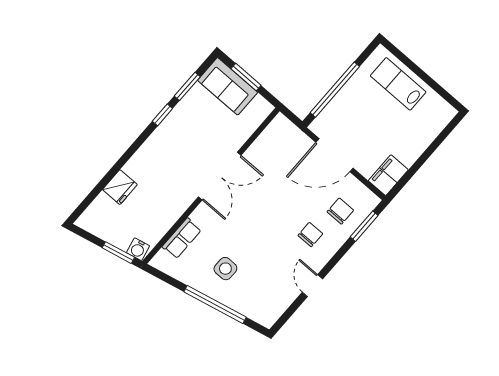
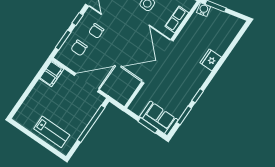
double door: (220, 176) -> (157, 61), width x1.36
fridge: (120, 187) -> (211, 60), moved
window: (338, 256) -> (77, 19), added

